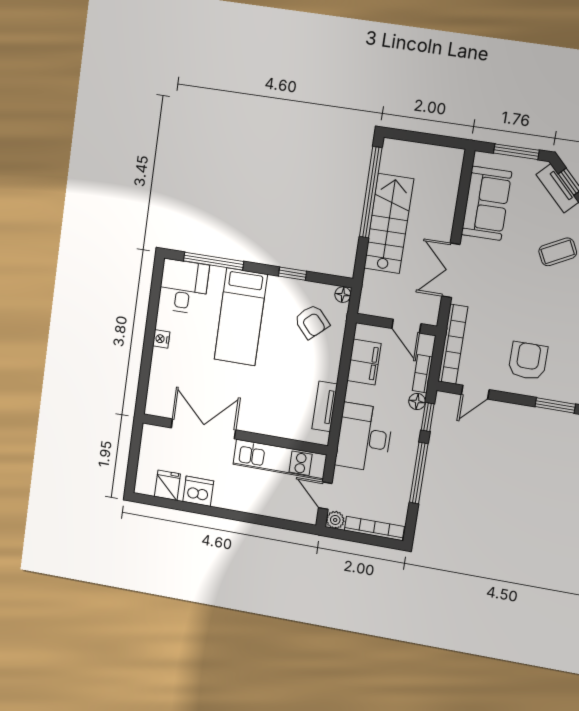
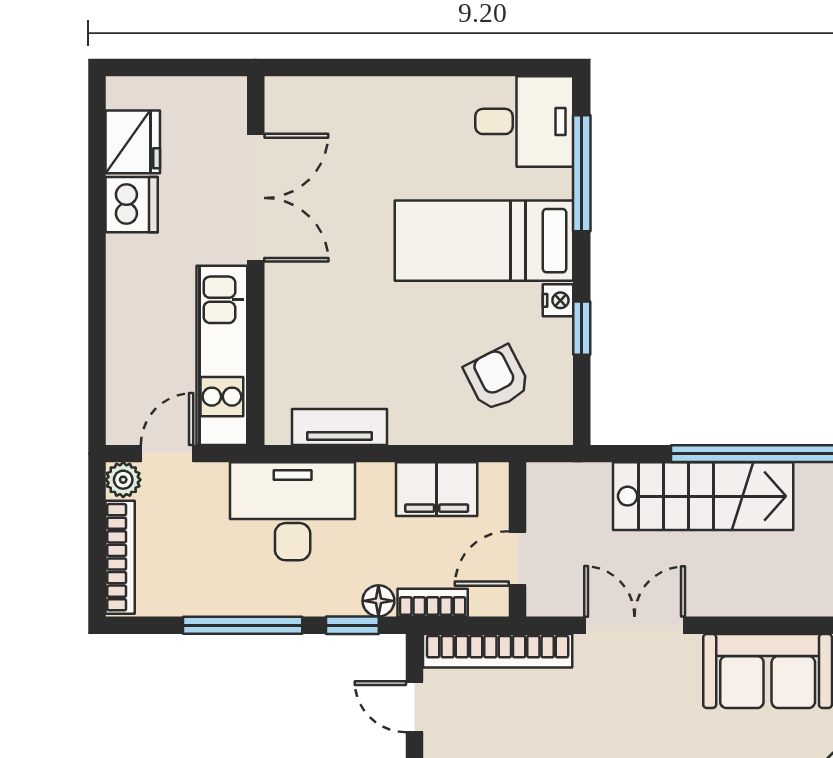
floor lamp: (343, 295) -> (557, 430), removed
armchair: (312, 322) -> (497, 378), turned 105
nightstand: (161, 339) -> (558, 300), moved, turned 90
fridge: (167, 485) -> (133, 142), width x1.38

